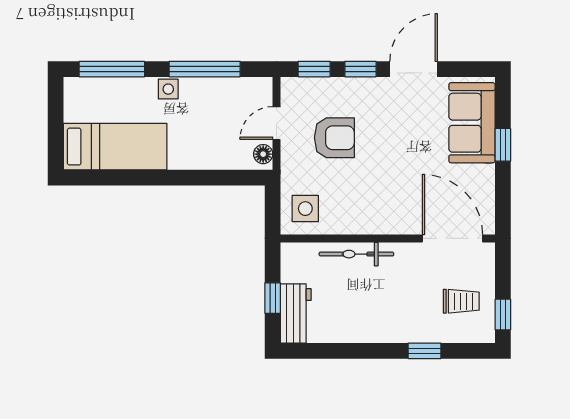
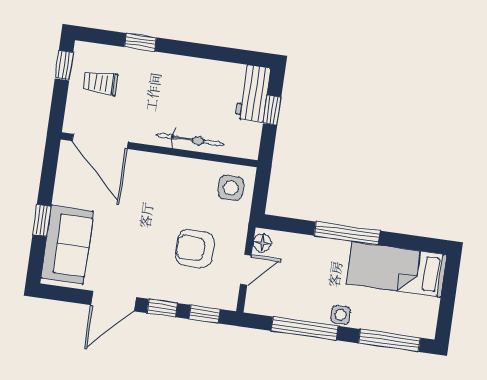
window: (174, 178) -> (347, 233), added

